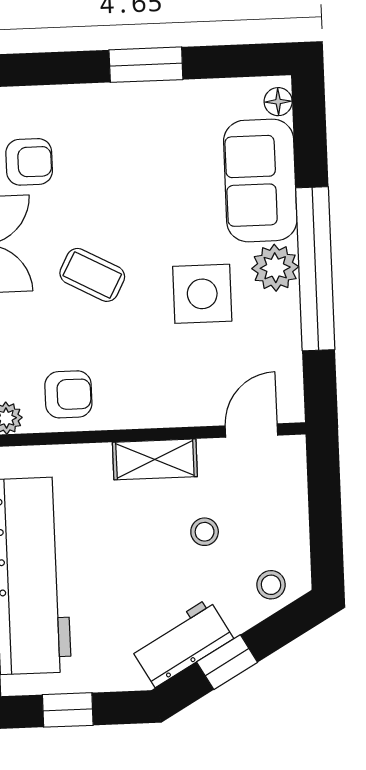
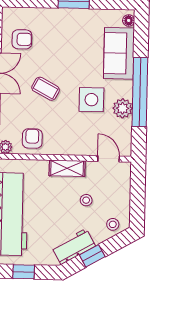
plant: (275, 268) -> (123, 108), moved
armchair: (68, 394) -> (32, 139), turned -90
door: (251, 431) -> (109, 159), hinge flipped

